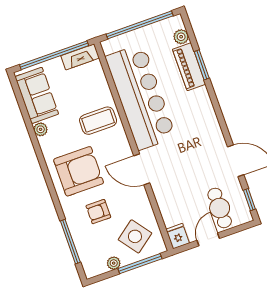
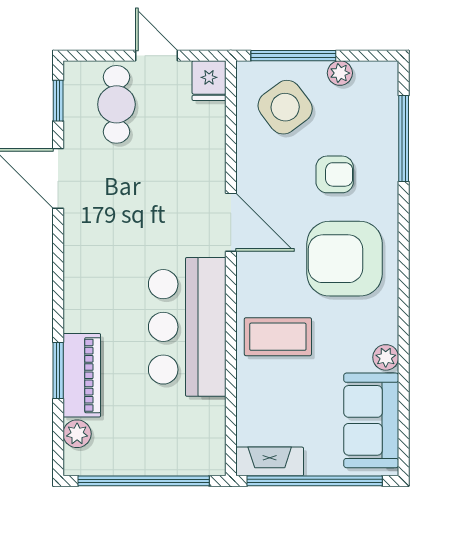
bar counter: (141, 97) -> (187, 327), width x0.73
door: (208, 239) -> (156, 56), swing flipped

